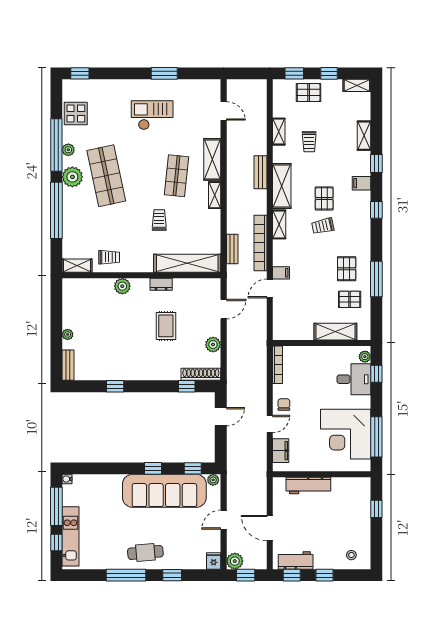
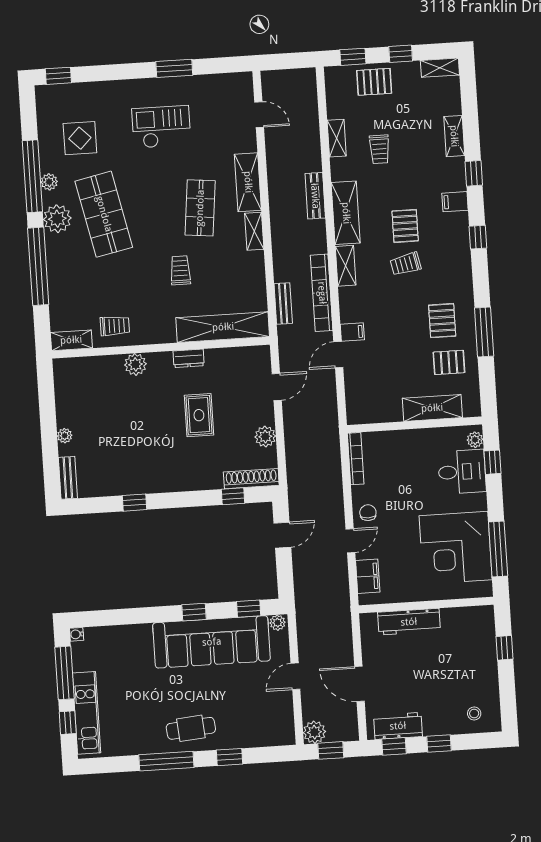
display table: (76, 114) -> (80, 138), moved
fridge: (214, 561) -> (285, 734), removed

